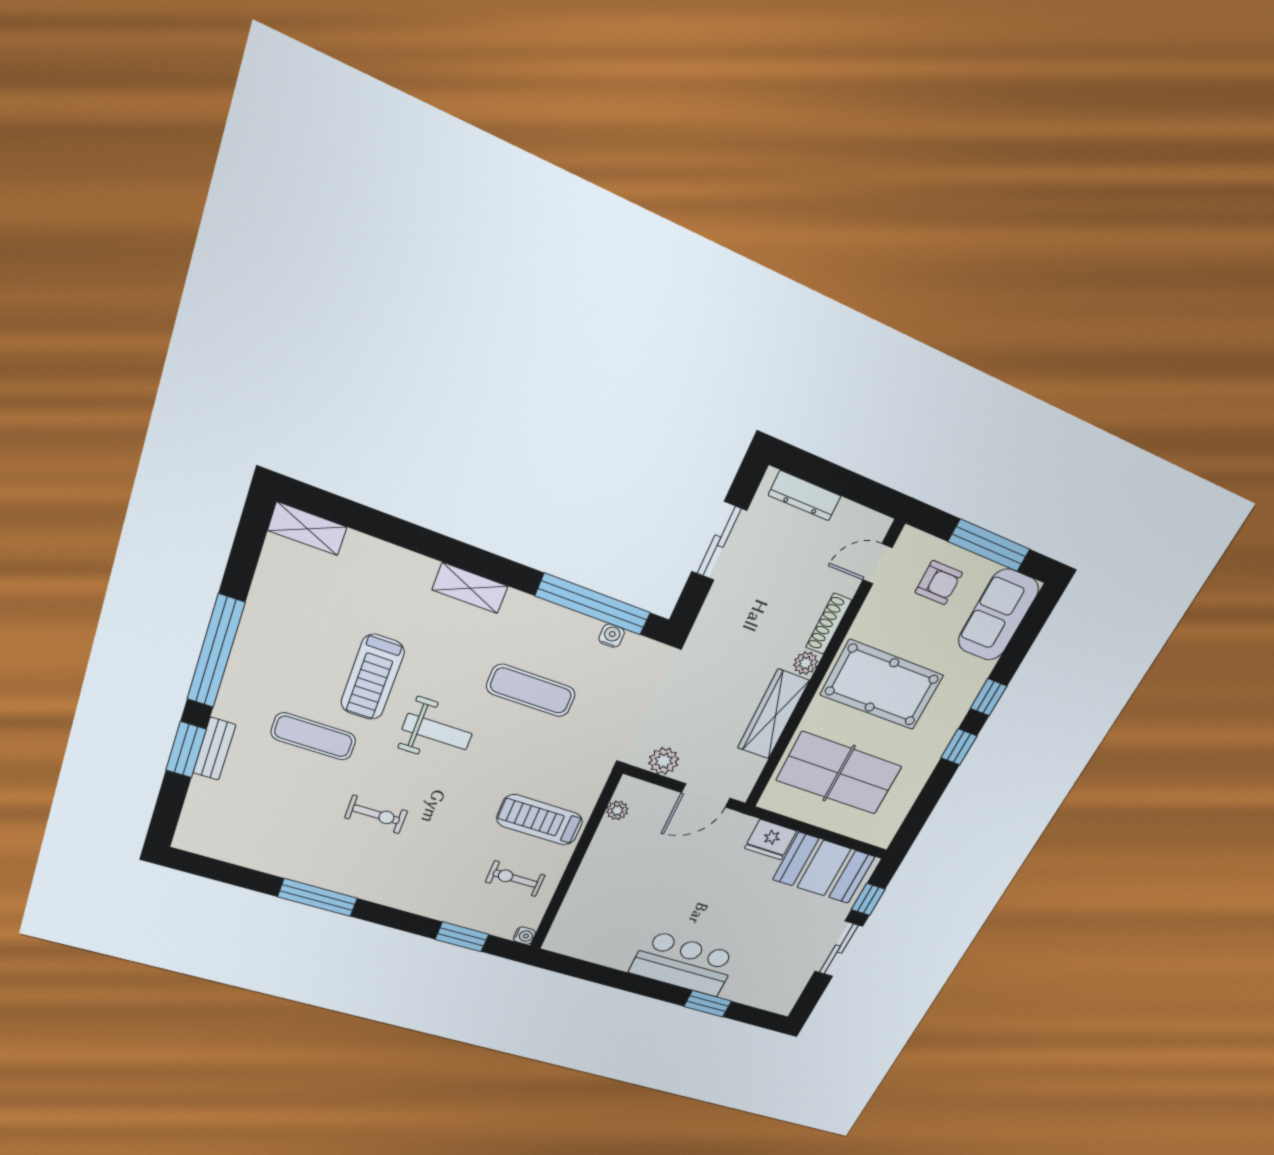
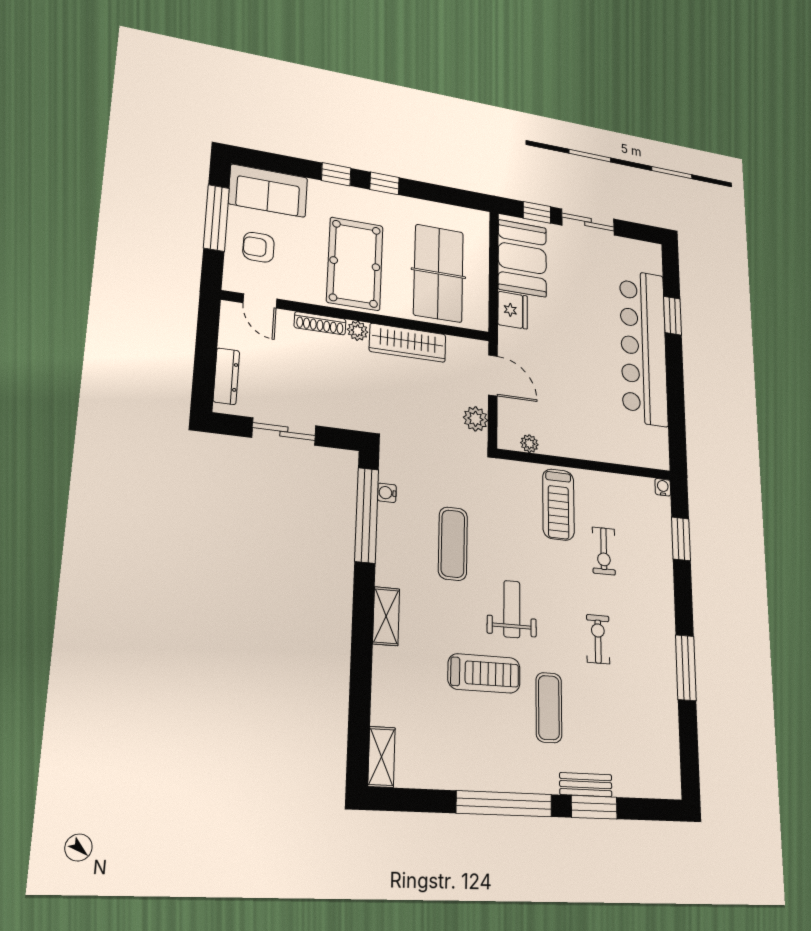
armchair: (939, 583) -> (259, 247), turned -90
exercise bike: (515, 879) -> (604, 551), moved
bar counter: (684, 964) -> (644, 347), width x1.86

